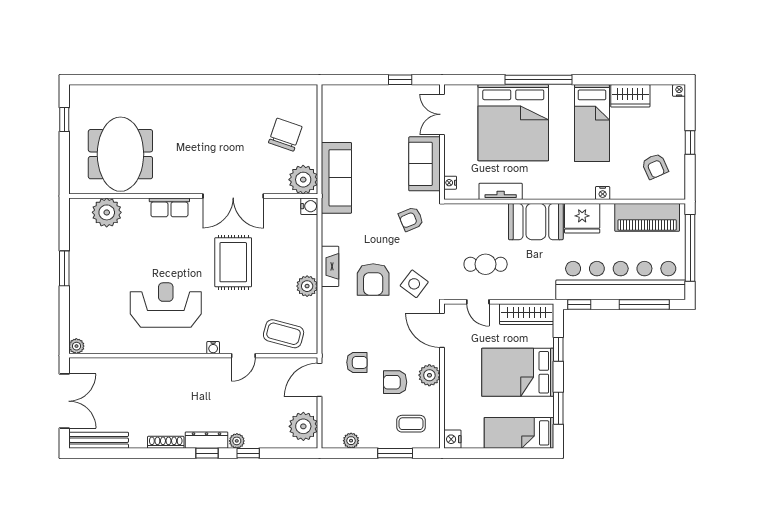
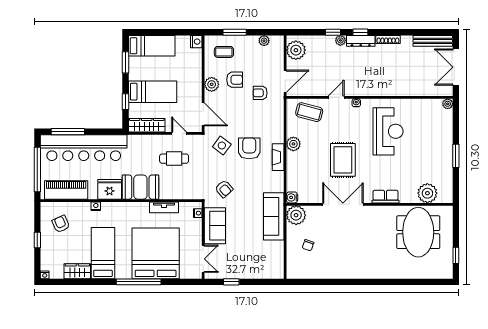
chair: (285, 135) -> (308, 245), width x0.54, depth x0.54
armchair: (411, 219) -> (224, 189), turned 72
reception desk: (166, 305) -> (388, 131), turned -90
window: (579, 305) -> (111, 132), removed
bed: (518, 372) -> (153, 92), width x0.67

